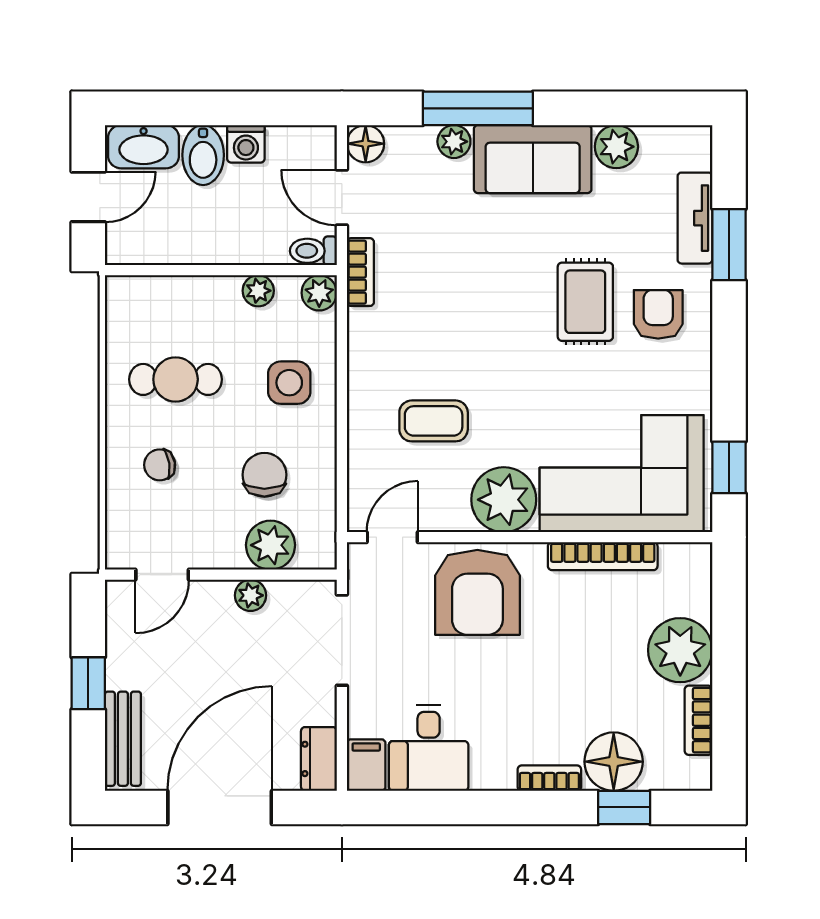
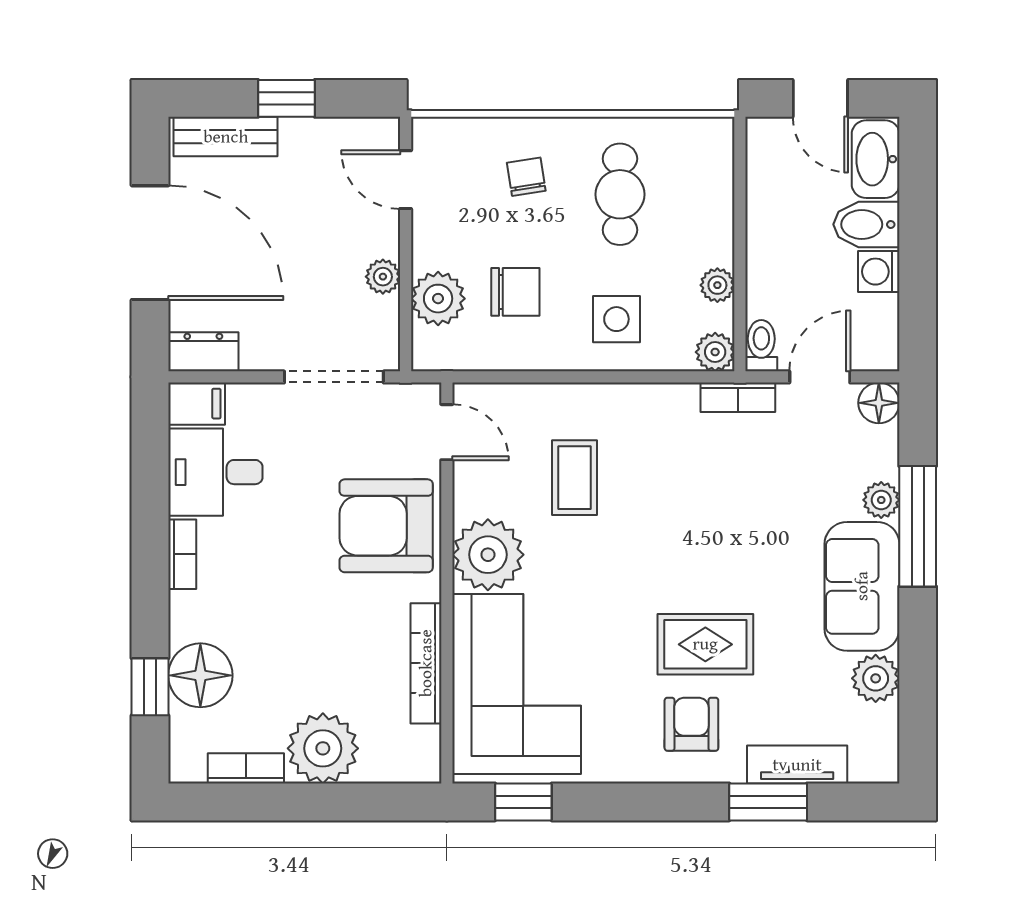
armchair: (658, 314) -> (691, 724), turned -90
bookcase: (549, 778) -> (182, 554), moved

